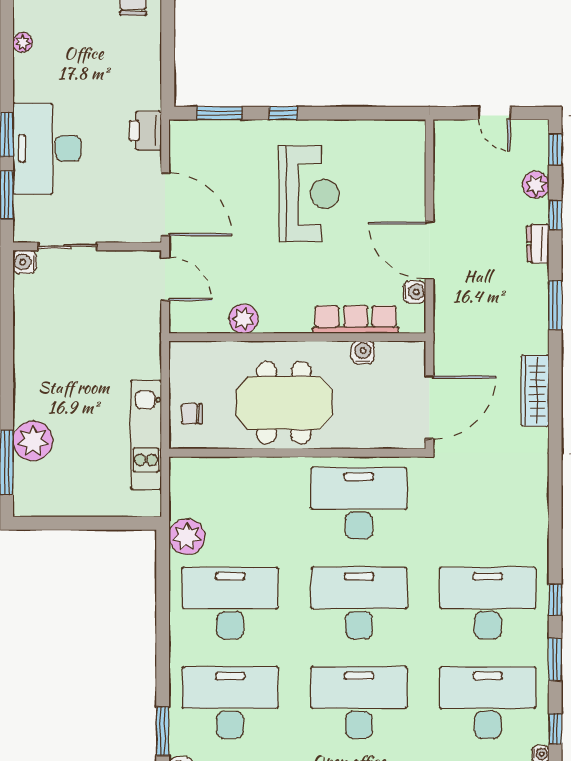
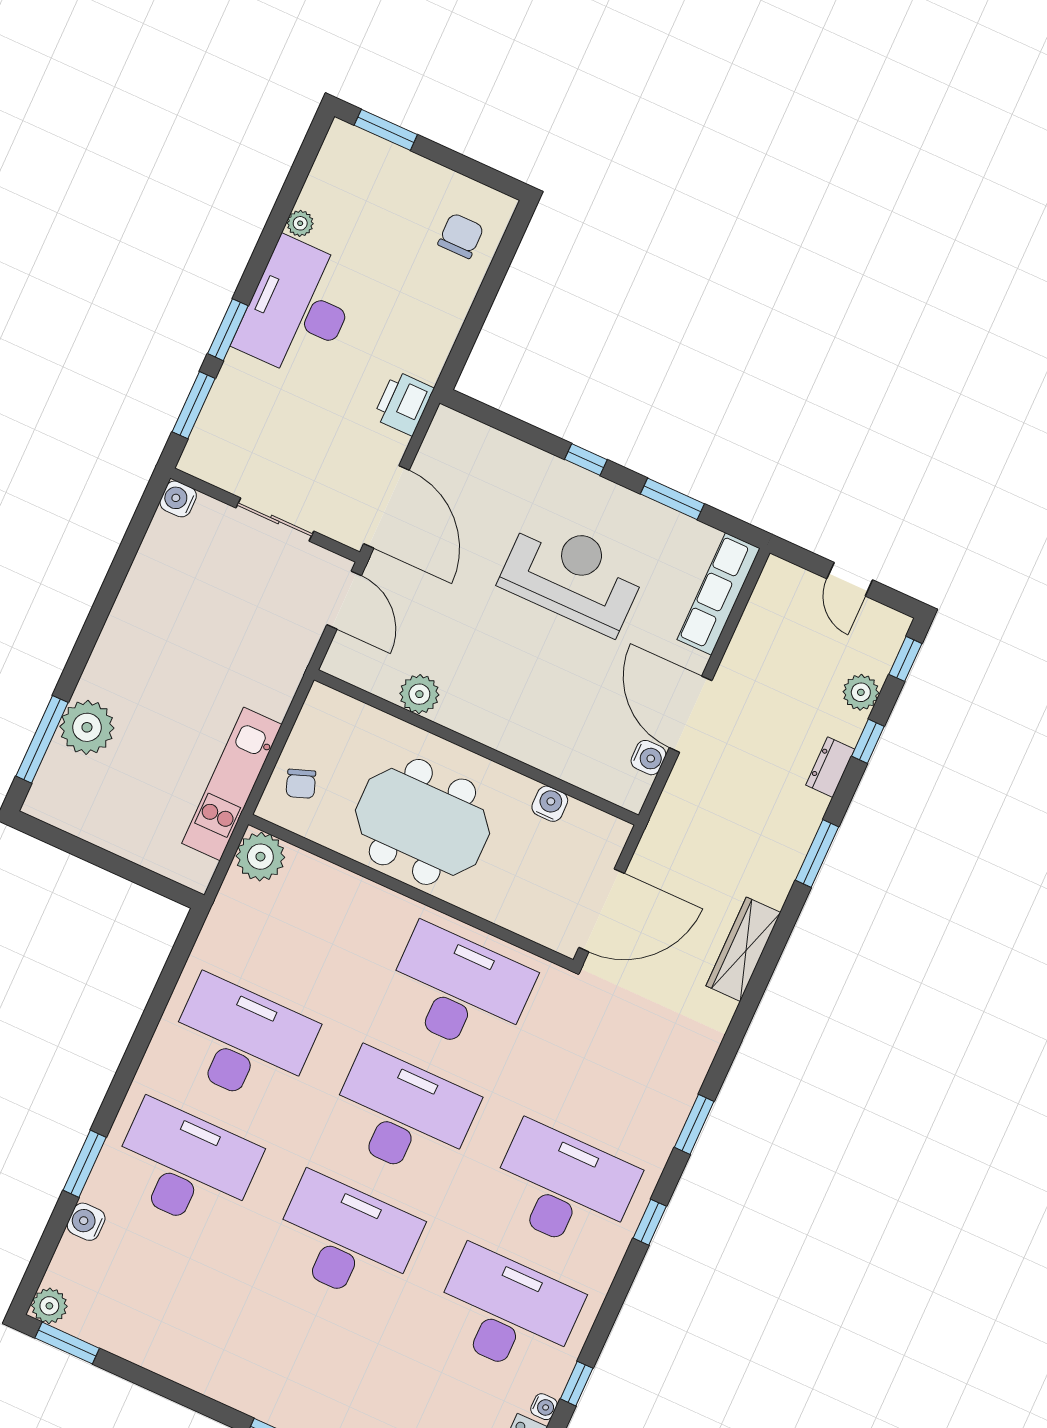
window: (219, 113) -> (672, 499), moved
desk: (47, 148) -> (298, 309), moved
reception desk: (309, 194) -> (573, 575), turned -90
sliding door: (67, 246) -> (275, 520), moved
row of seats: (356, 319) -> (719, 594), moved, turned -90
chair: (192, 414) -> (301, 784), turned -110
plant: (187, 537) -> (260, 857), moved
window: (555, 659) -> (694, 1124), moved

